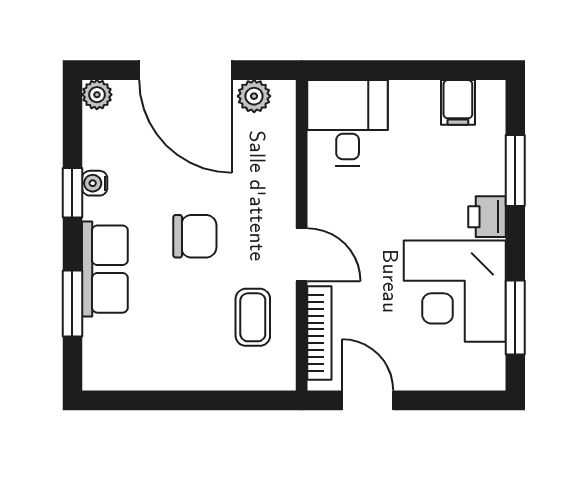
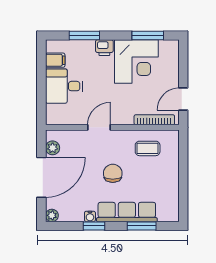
desk: (348, 123) -> (64, 86), moved
door: (302, 255) -> (99, 127), moved
row of seats: (105, 269) -> (127, 212), width x1.48

